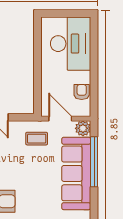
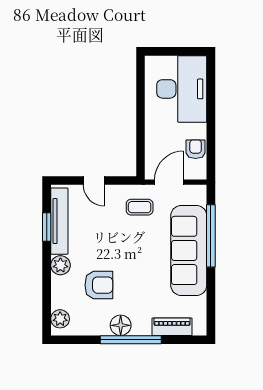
door: (60, 119) -> (169, 182), hinge flipped
plant: (83, 128) -> (197, 194), removed

